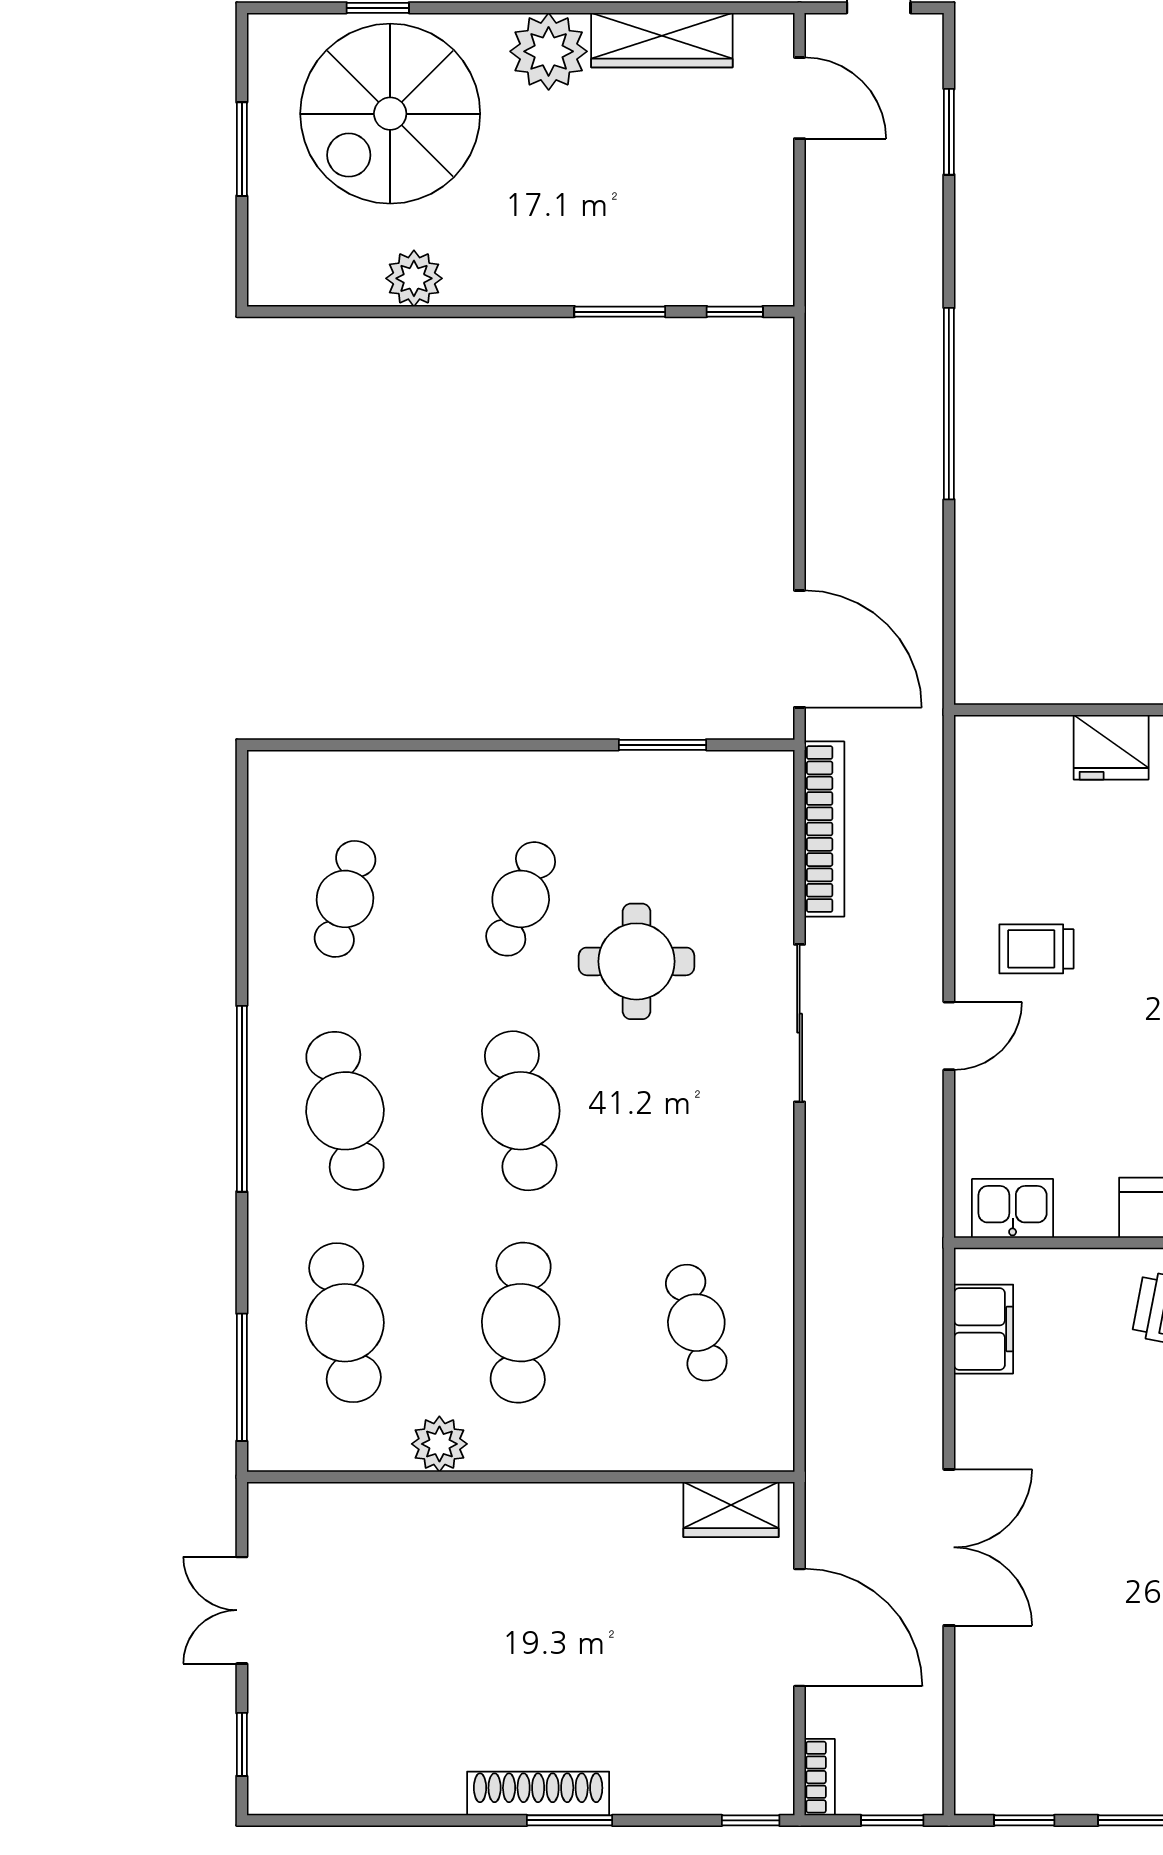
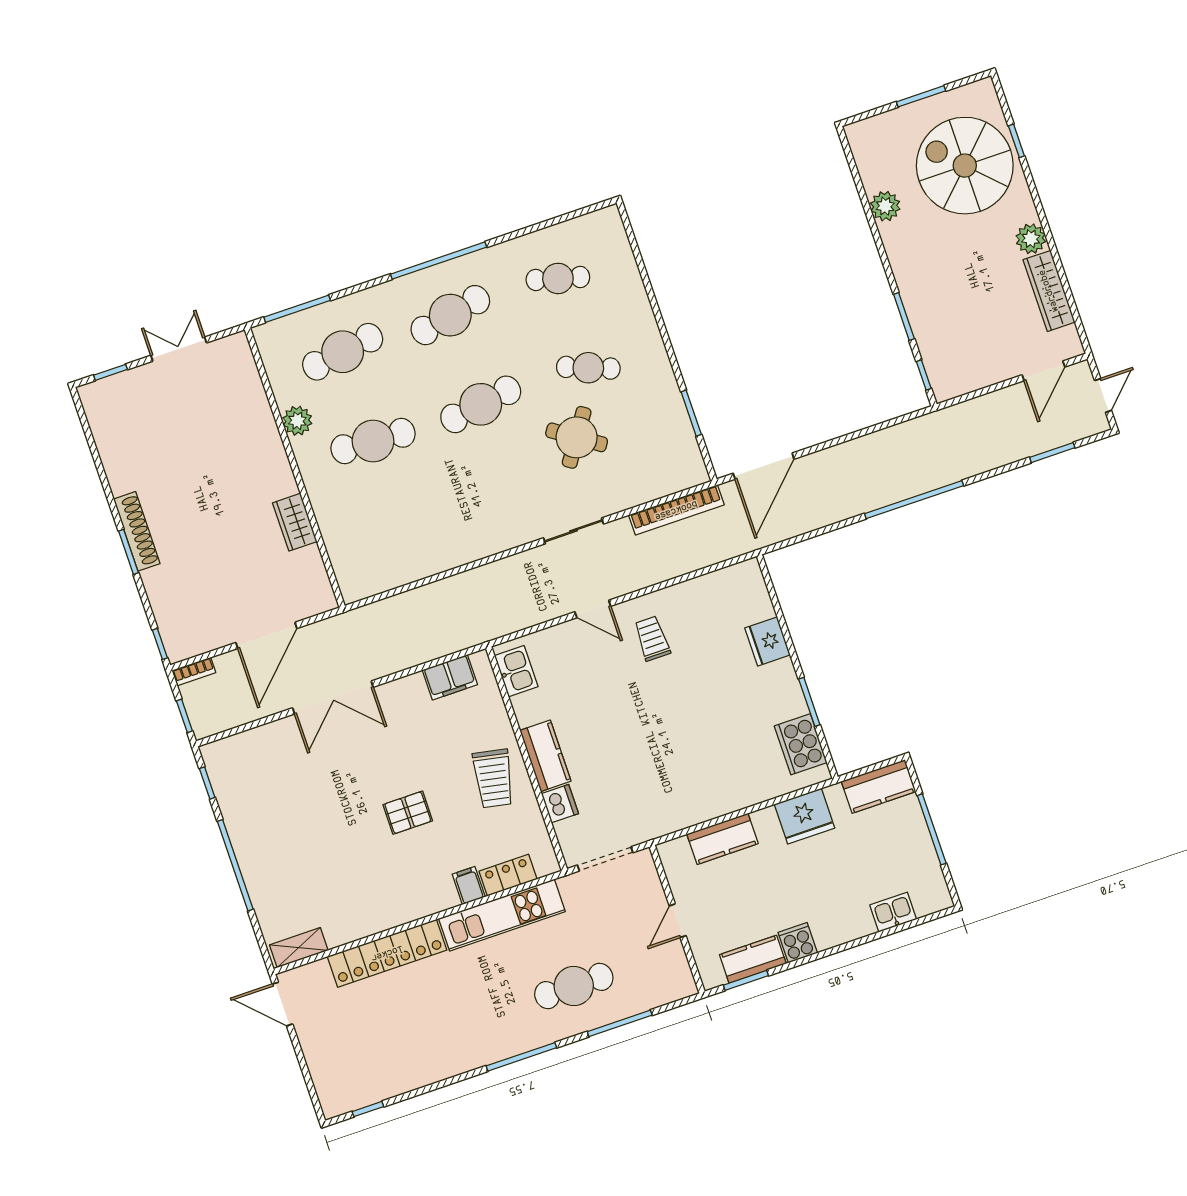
plant: (549, 51) -> (1031, 239), width x0.73, depth x0.73
round table: (636, 961) -> (577, 437), turned 34
sliding door: (800, 1023) -> (573, 531), width x0.73
cafe table: (696, 1323) -> (403, 530), removed
wardrobe: (731, 1509) -> (295, 522), moved

